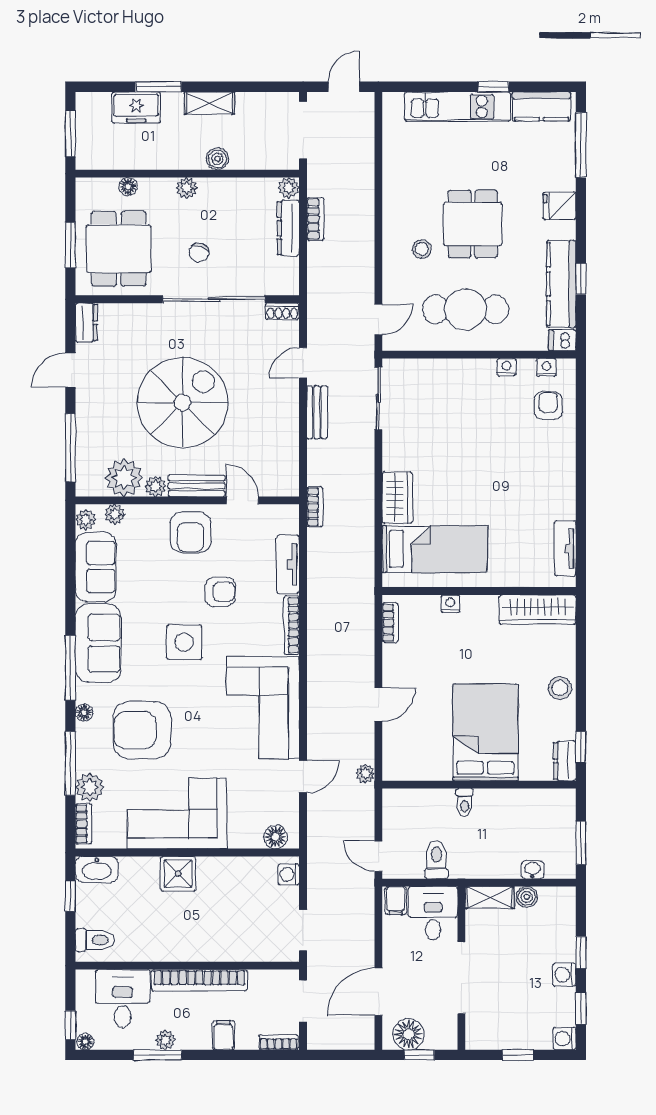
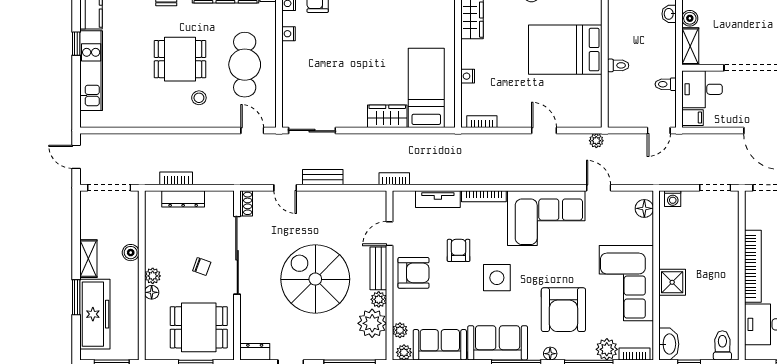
freezer: (136, 107) -> (95, 314), width x1.91, depth x1.26
floor lamp: (128, 187) -> (152, 292), moved
plant: (289, 188) -> (153, 198), removed
toilet: (436, 860) -> (666, 84), width x0.73, depth x0.72

